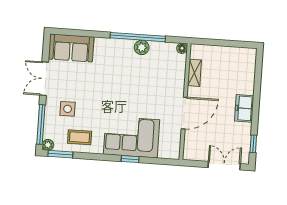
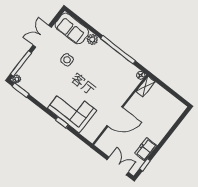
plant: (142, 47) -> (92, 39), moved
shelving: (194, 73) -> (145, 87), moved
freezer: (244, 108) -> (146, 149), moved
side table: (68, 109) -> (67, 60), moved
coffee table: (80, 137) -> (40, 88), removed

